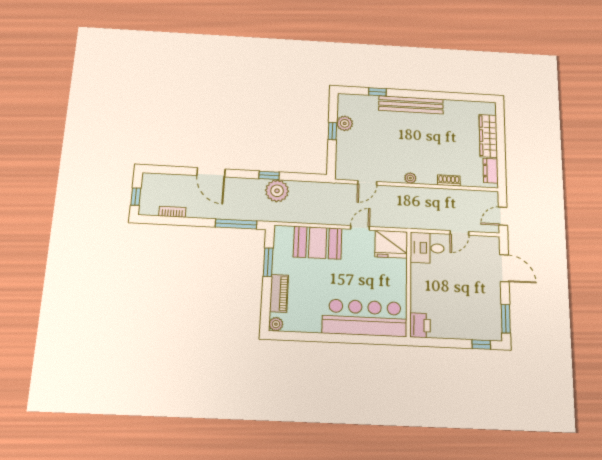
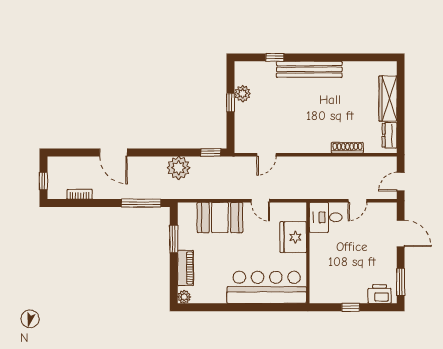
window: (269, 175) -> (211, 152), moved
plant: (410, 178) -> (309, 147), removed
shoe rack: (449, 180) -> (347, 148), width x1.43
door: (360, 228) -> (260, 201), swing flipped
fridge: (391, 244) -> (293, 237), moved, turned 90
printer: (420, 325) -> (380, 294), moved, turned -90
window: (481, 345) -> (351, 307), moved

